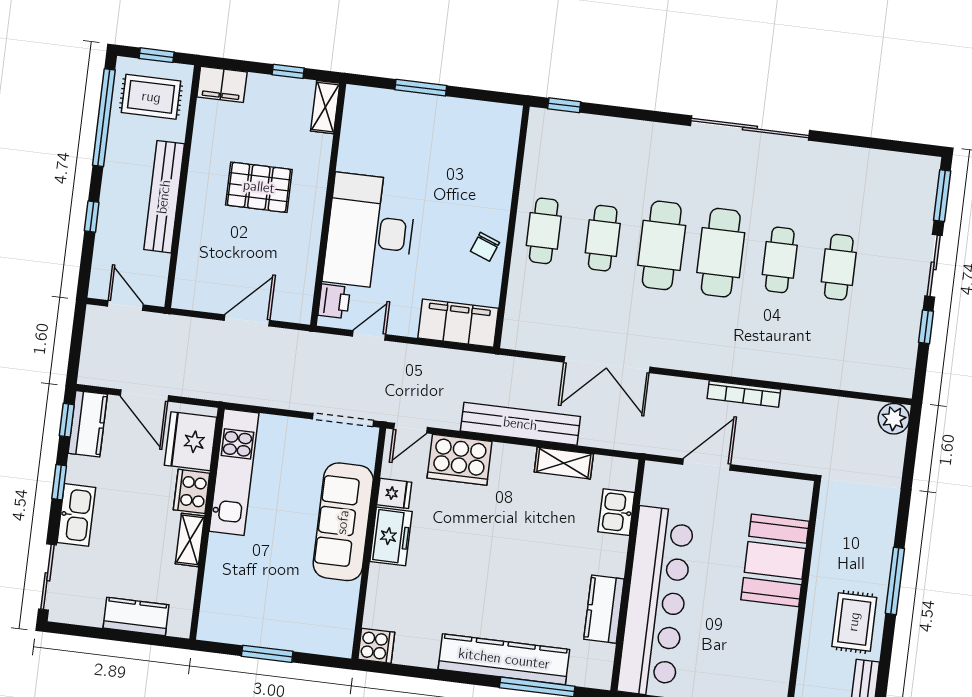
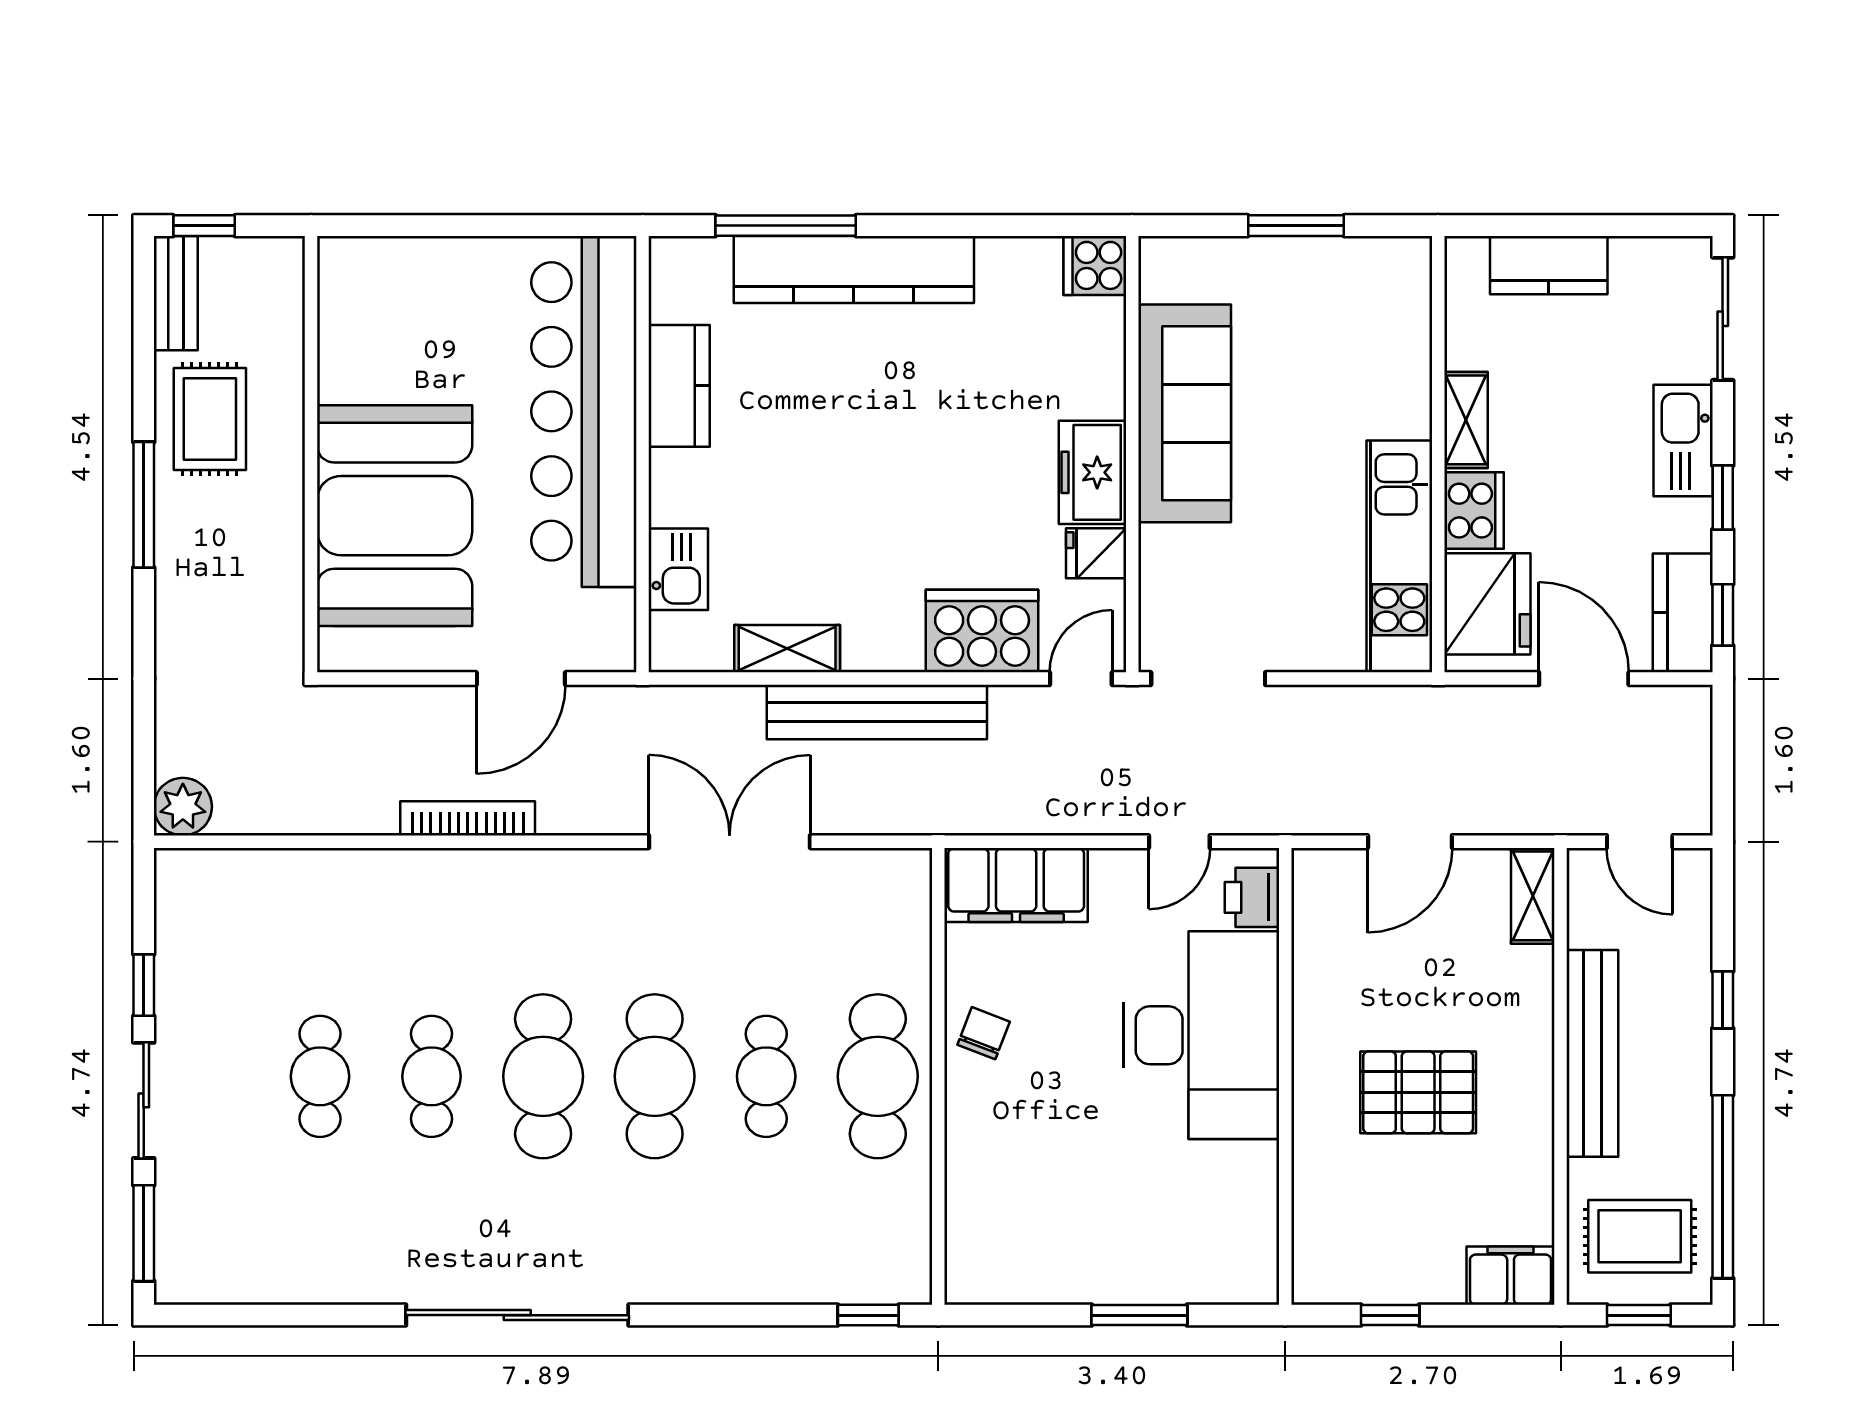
shelving: (325, 107) -> (1533, 896), moved
cafe table: (544, 231) -> (878, 1076), width x1.37, depth x1.35
sofa: (343, 522) -> (1185, 413), moved
booth: (775, 560) -> (395, 516), width x1.36, depth x1.42

